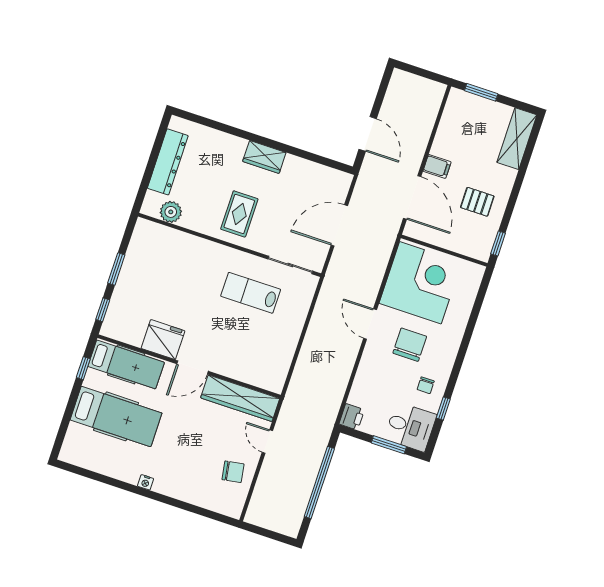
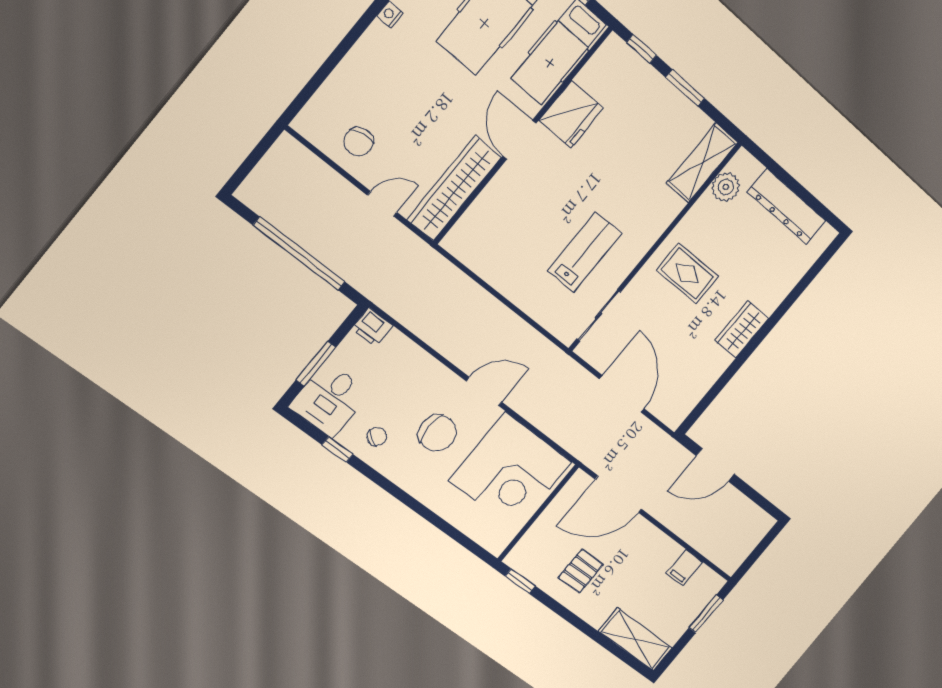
filing cabinet: (437, 166) -> (684, 567), moved
shelving: (161, 236) -> (702, 163), added
chair: (426, 385) -> (377, 437), turned 122

